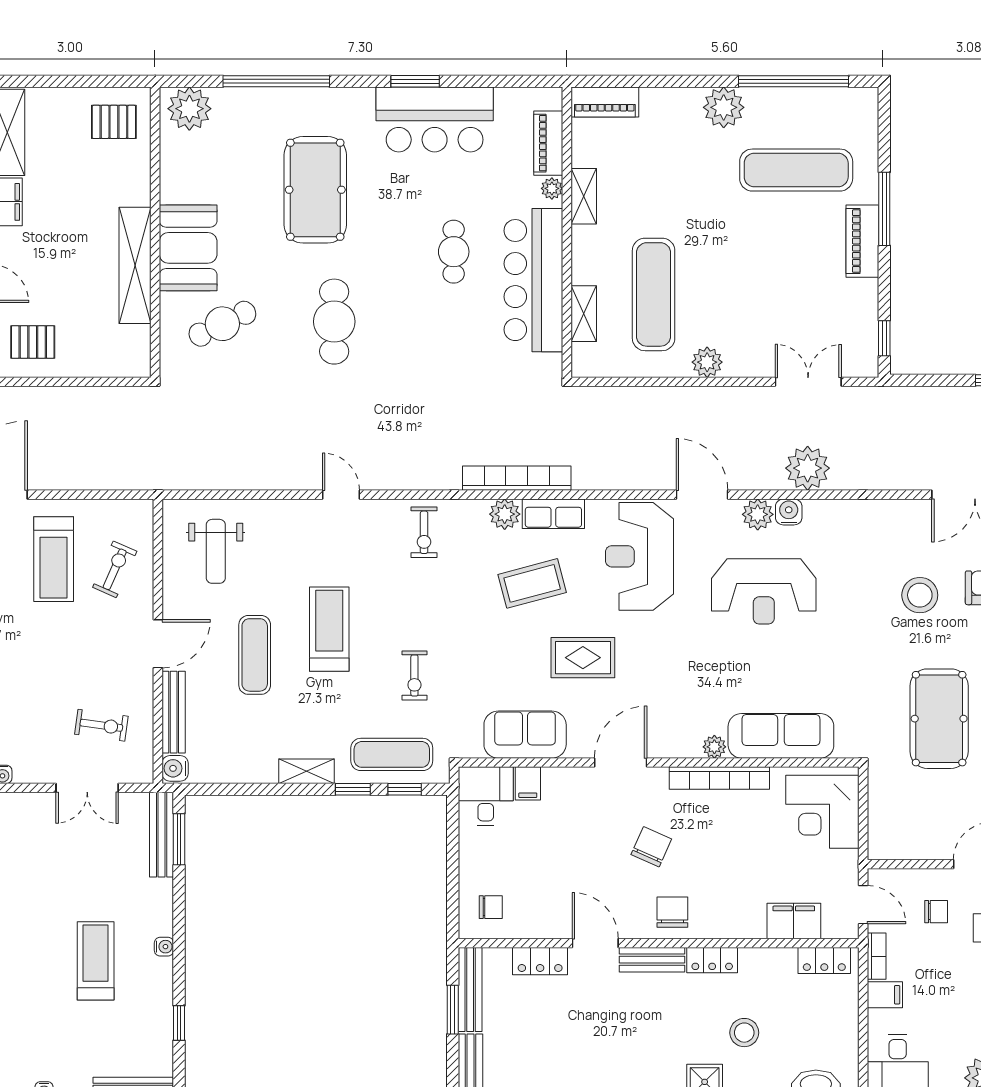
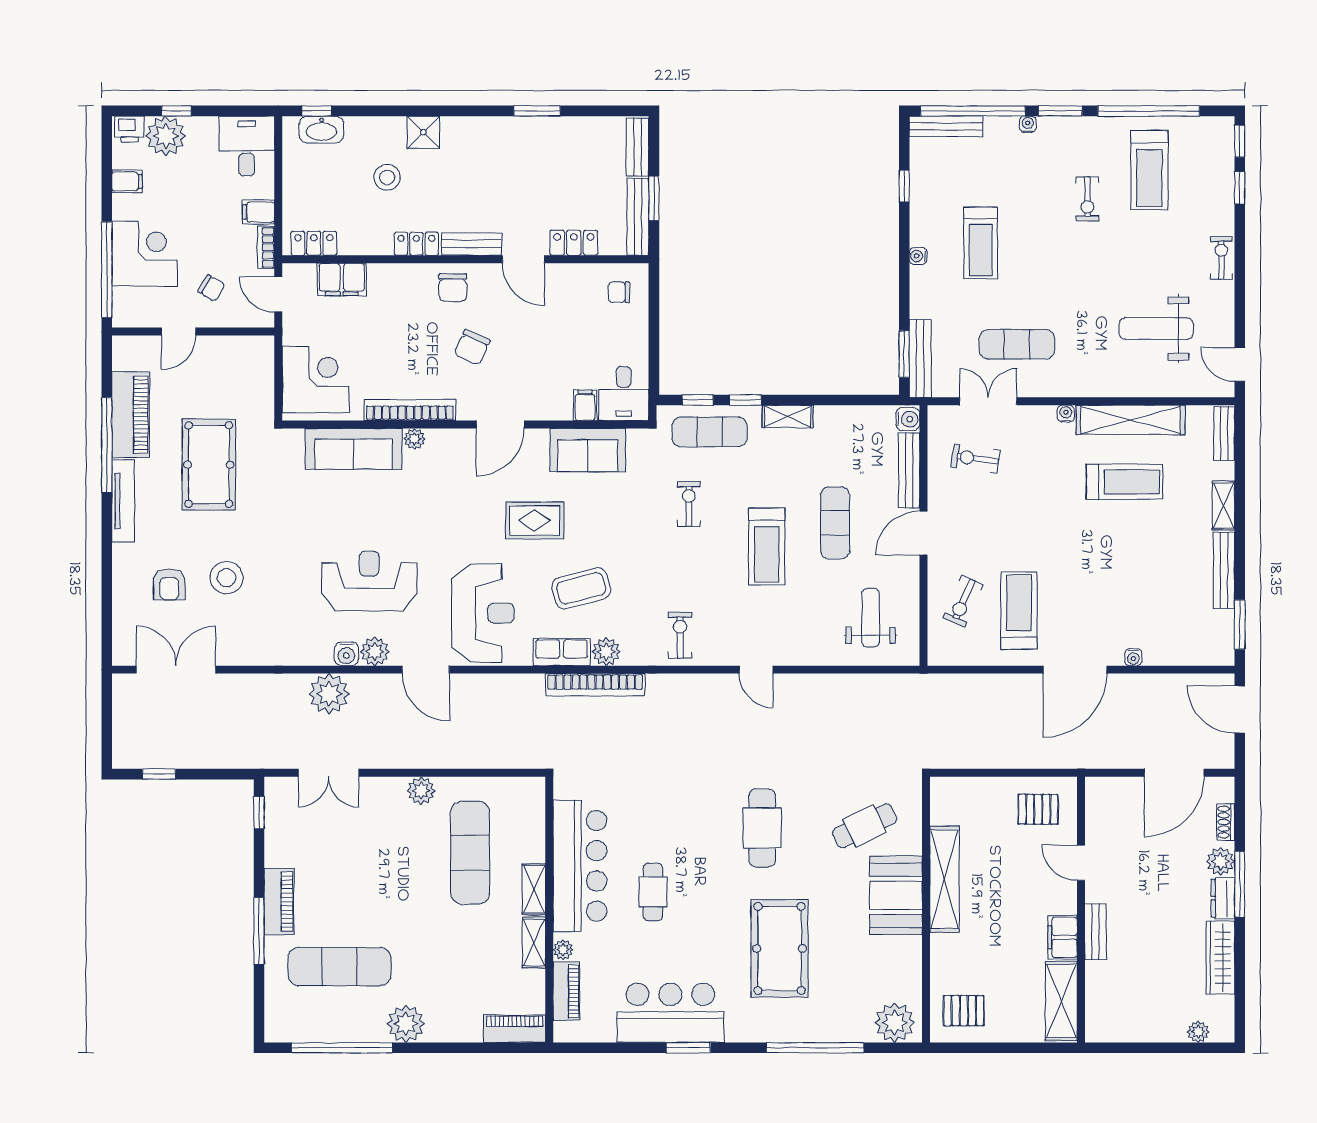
shelving: (584, 314) -> (534, 889), moved
exercise mat: (56, 850) -> (1017, 344), added
chair: (936, 912) -> (211, 288), turned -149

